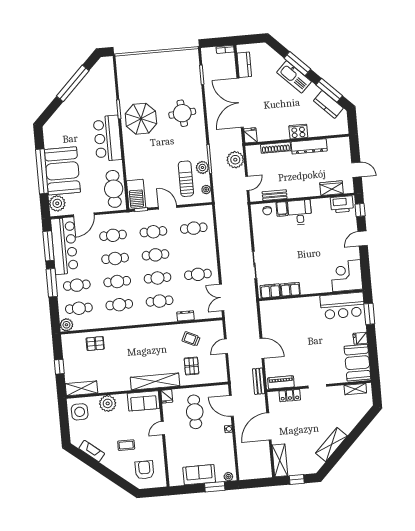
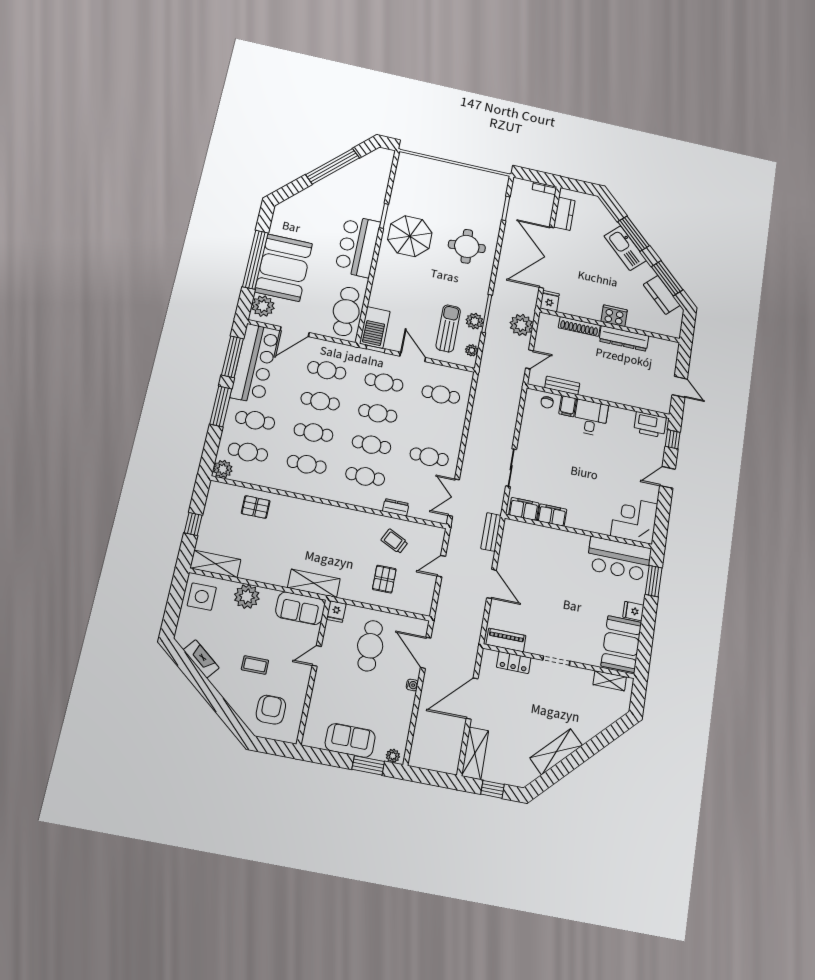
wardrobe: (332, 188) -> (641, 400), removed
bench: (259, 381) -> (491, 532), moved
shelving: (155, 382) -> (314, 583), width x0.68

